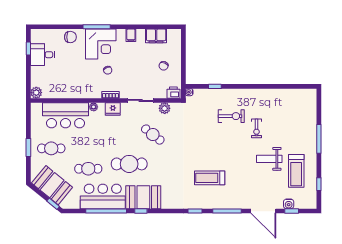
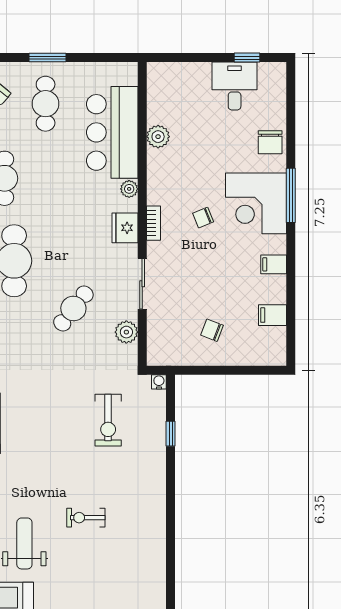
filing cabinet: (156, 36) -> (272, 315), width x0.50
plant: (36, 93) -> (158, 137), moved
printer: (173, 93) -> (158, 350), removed
exercise bike: (231, 116) -> (108, 420), moved

